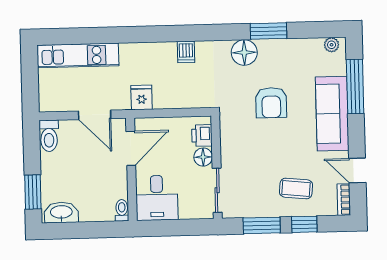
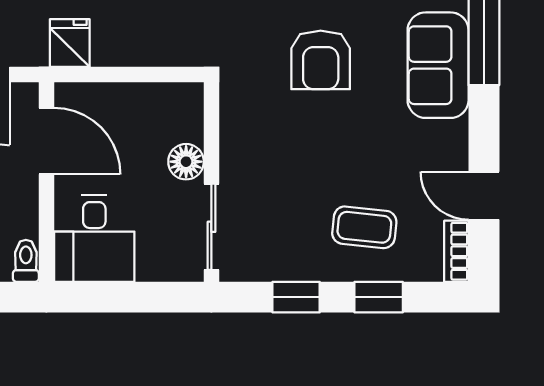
sofa: (332, 114) -> (438, 65), width x0.73
printer: (202, 135) -> (185, 120), removed
door: (131, 148) -> (46, 141), hinge flipped
window: (262, 225) -> (296, 297), width x0.67

